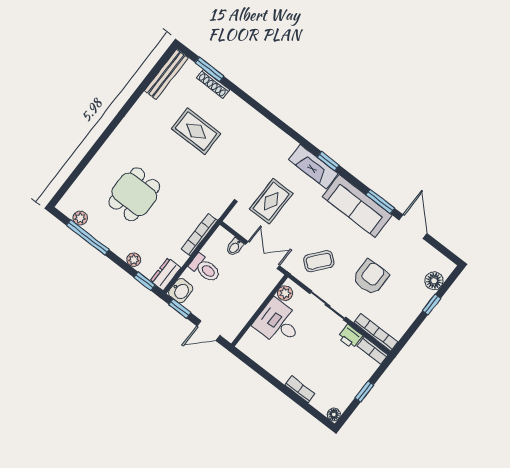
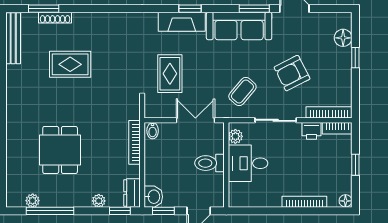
bidet: (235, 247) -> (153, 131), moved
toilet: (205, 268) -> (209, 163), moved, turned 180
armchair: (371, 277) -> (292, 73), turned -117
bookcase: (300, 389) -> (304, 202), width x1.56

